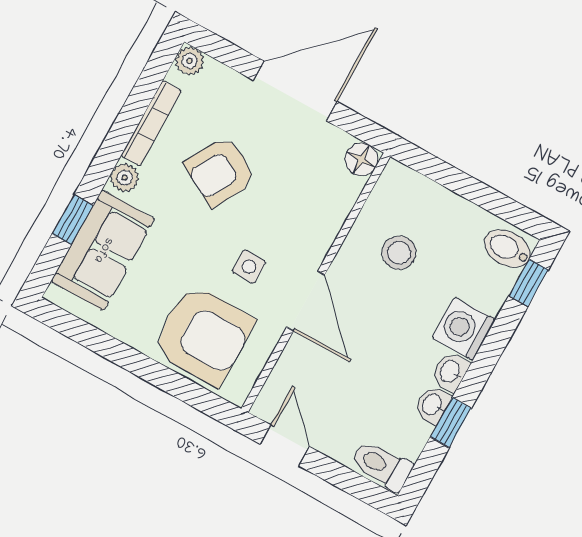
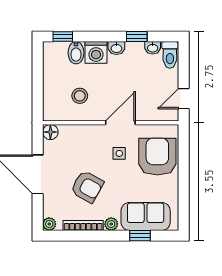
bidet: (508, 249) -> (76, 53), moved
washbasin: (433, 405) -> (153, 48), moved

